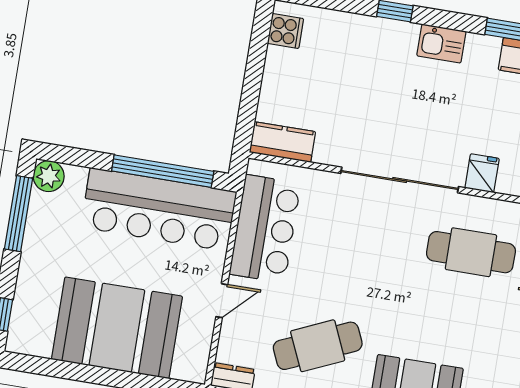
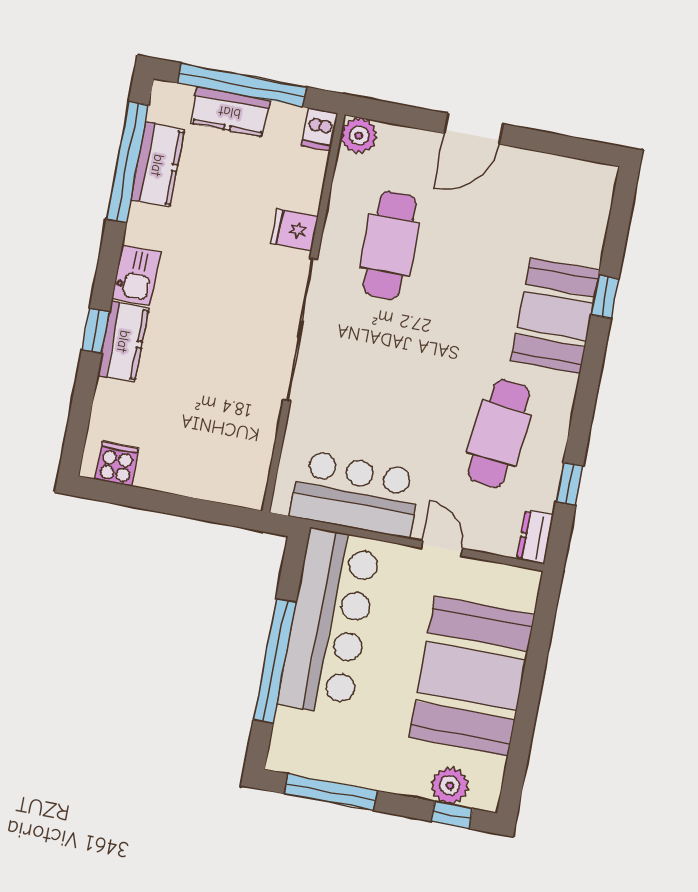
kitchen counter: (282, 142) -> (123, 341), moved, turned 180
window: (163, 171) -> (275, 661), moved
plant: (49, 176) -> (450, 786), moved
cafe table: (318, 346) -> (499, 433), turned 30

